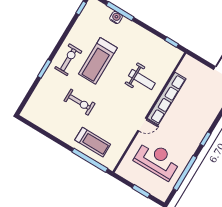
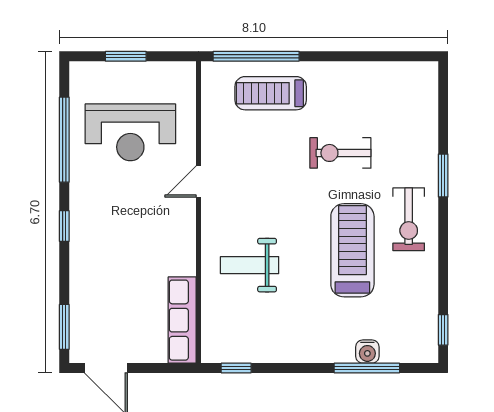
row of seats: (167, 98) -> (182, 320), moved, width x0.73

